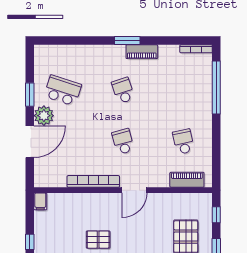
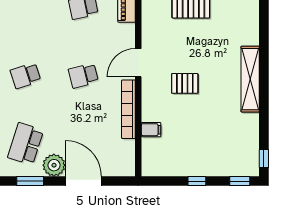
door: (134, 190) -> (138, 63), swing flipped
filing cabinet: (40, 201) -> (151, 130), moved
pallet: (98, 240) -> (185, 83), moved, turned 90

